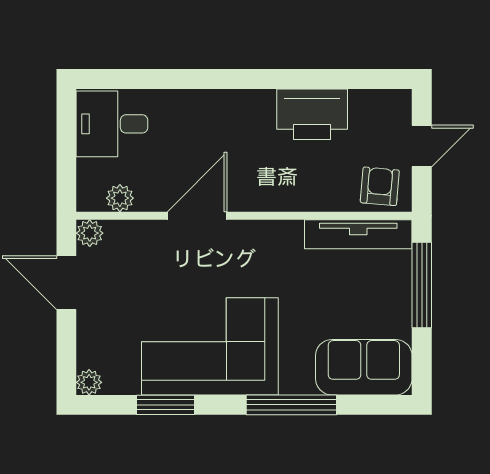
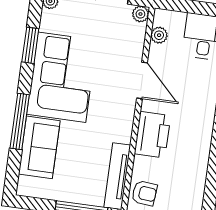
printer: (312, 114) -> (152, 135), moved, turned 180
sofa: (364, 367) -> (39, 147), moved

